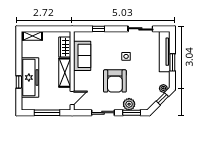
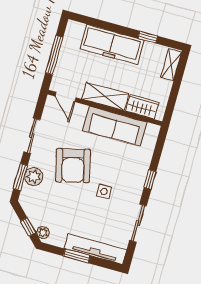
window: (98, 29) -> (150, 180), moved
sofa: (82, 56) -> (115, 126), width x1.36
armchair: (115, 81) -> (73, 166), turned -104
window: (19, 82) -> (148, 37), moved

